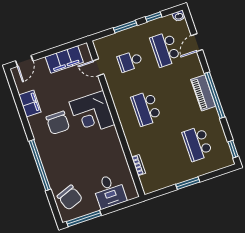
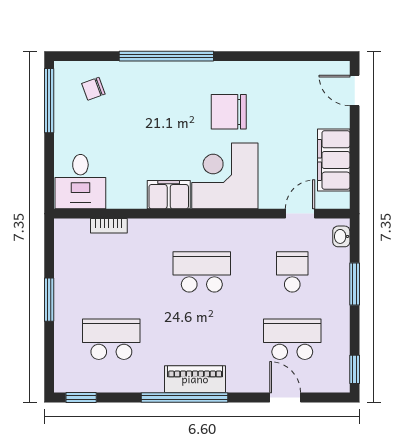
washbasin: (179, 16) -> (341, 236), moved
window: (154, 17) -> (355, 369), moved
filing cabinet: (30, 103) -> (169, 195), moved, turned 180
desk: (109, 191) -> (80, 182), moved, turned -90
chair: (70, 198) -> (93, 89), width x0.54, depth x0.54

